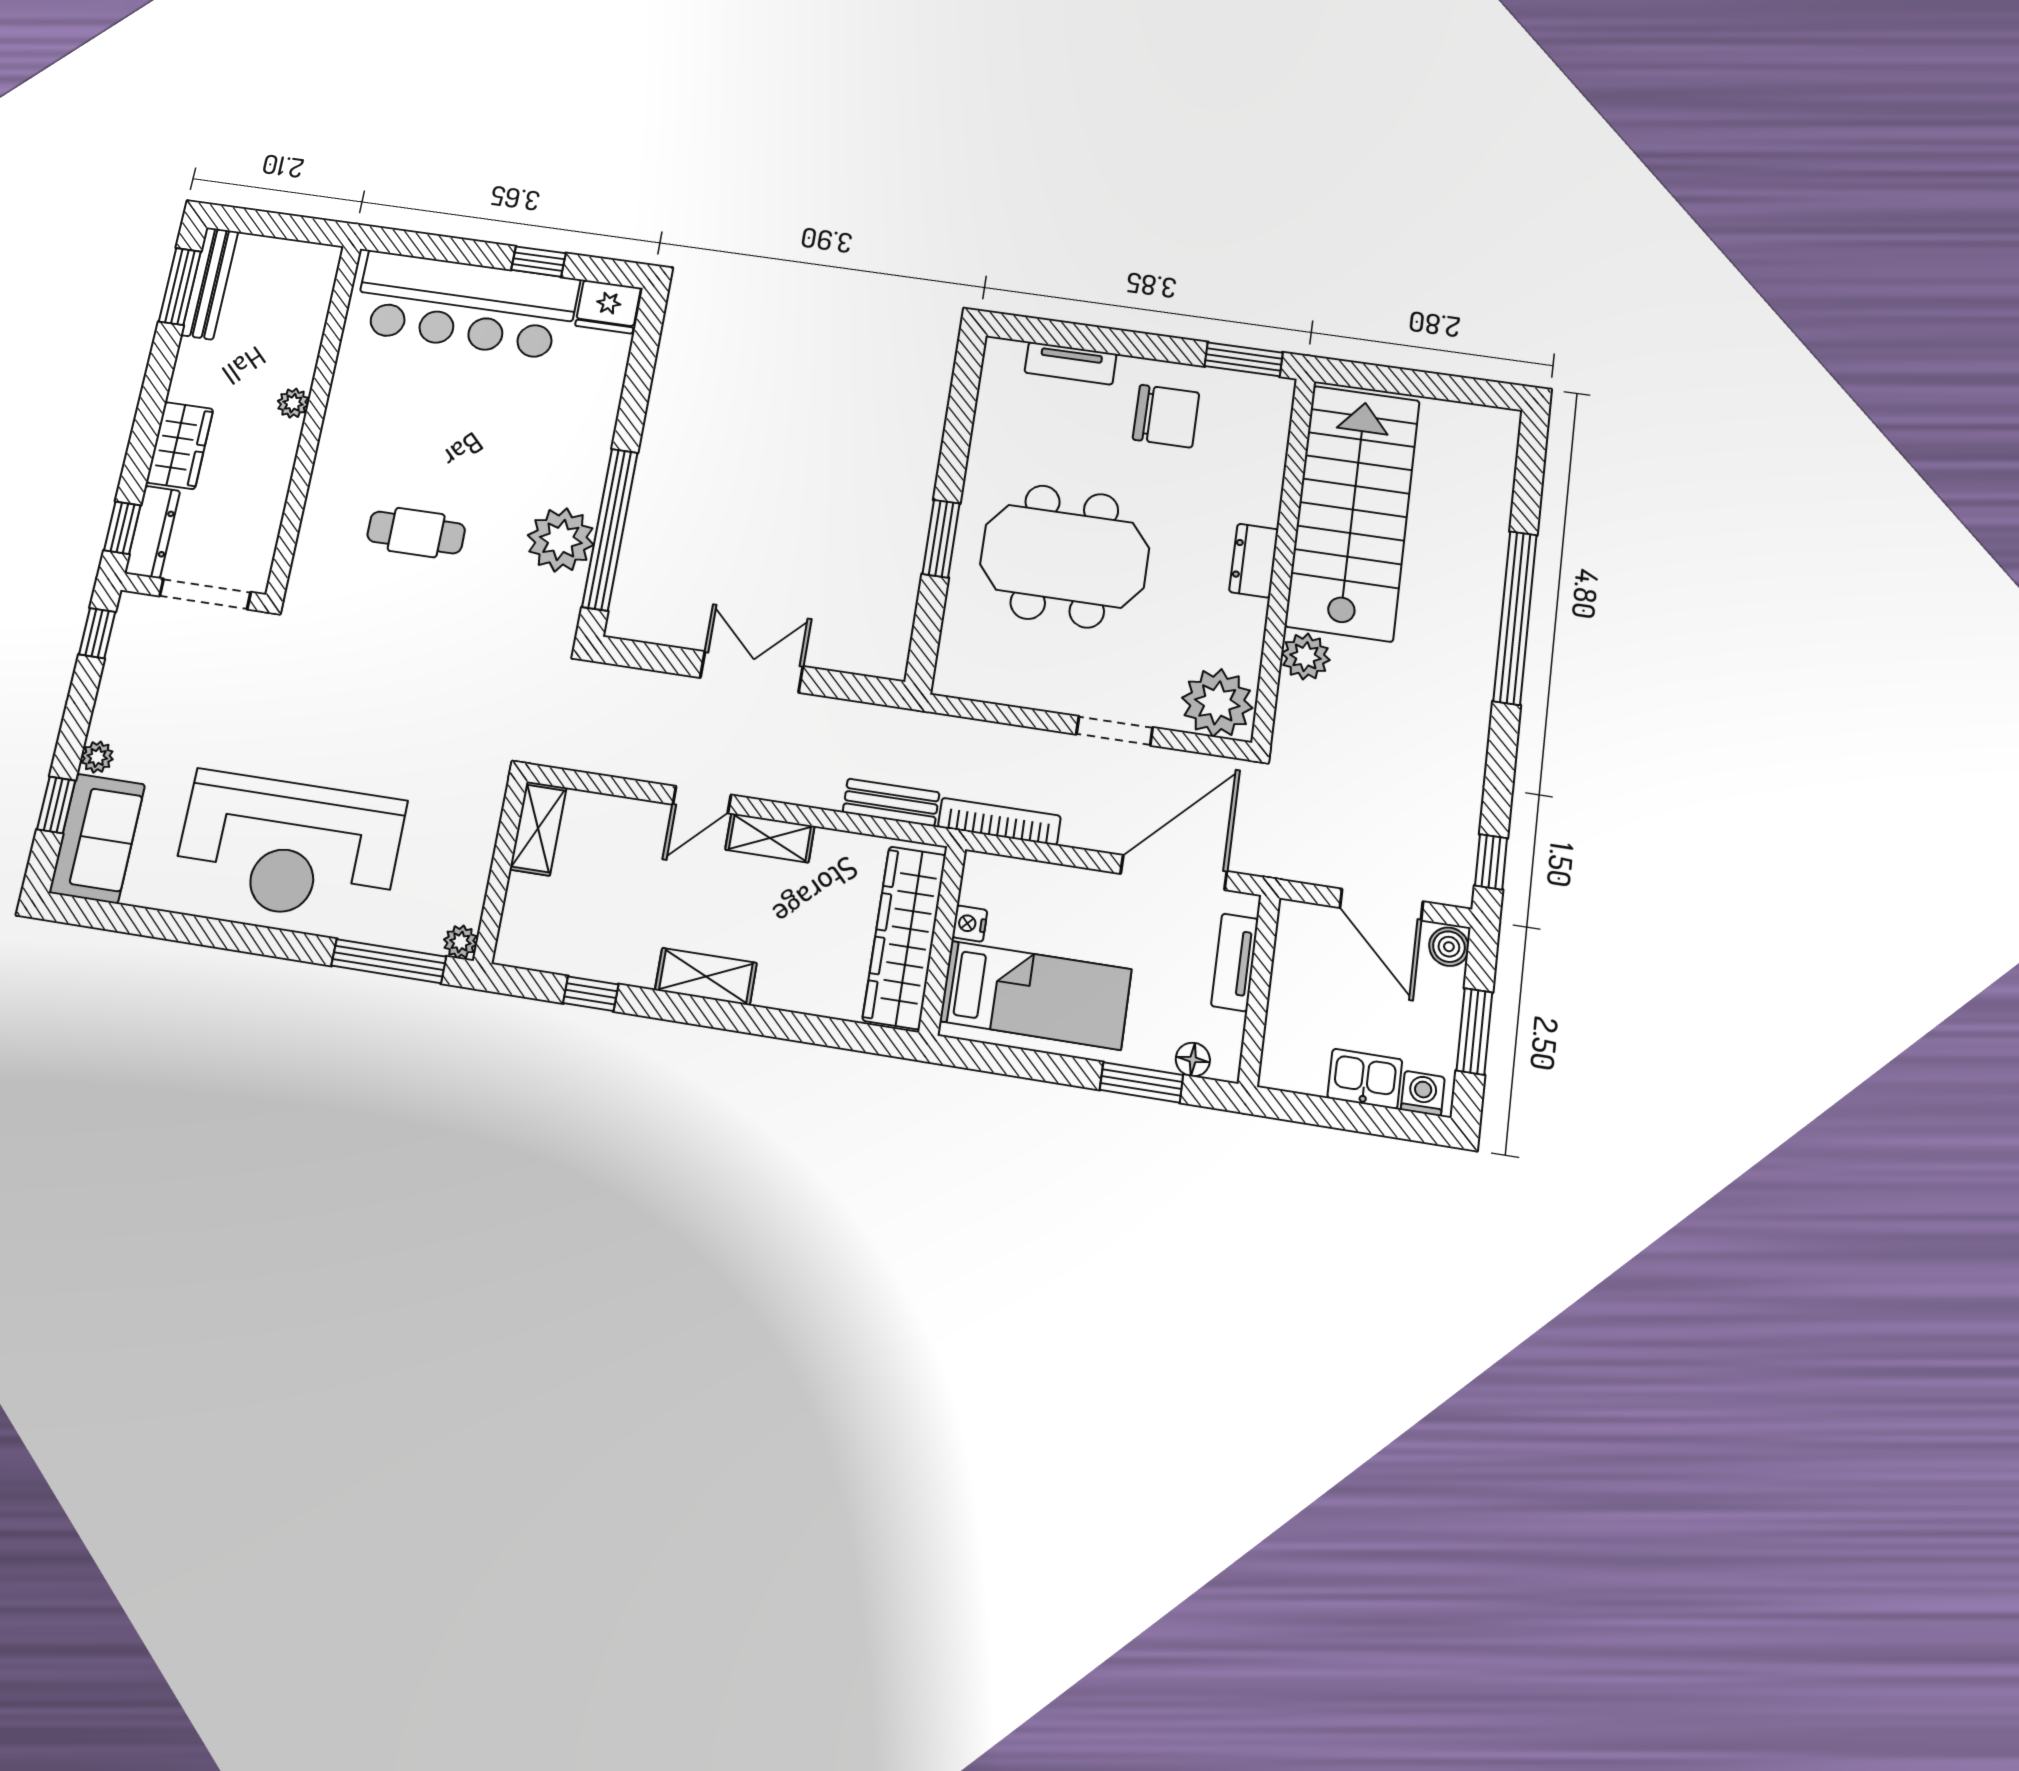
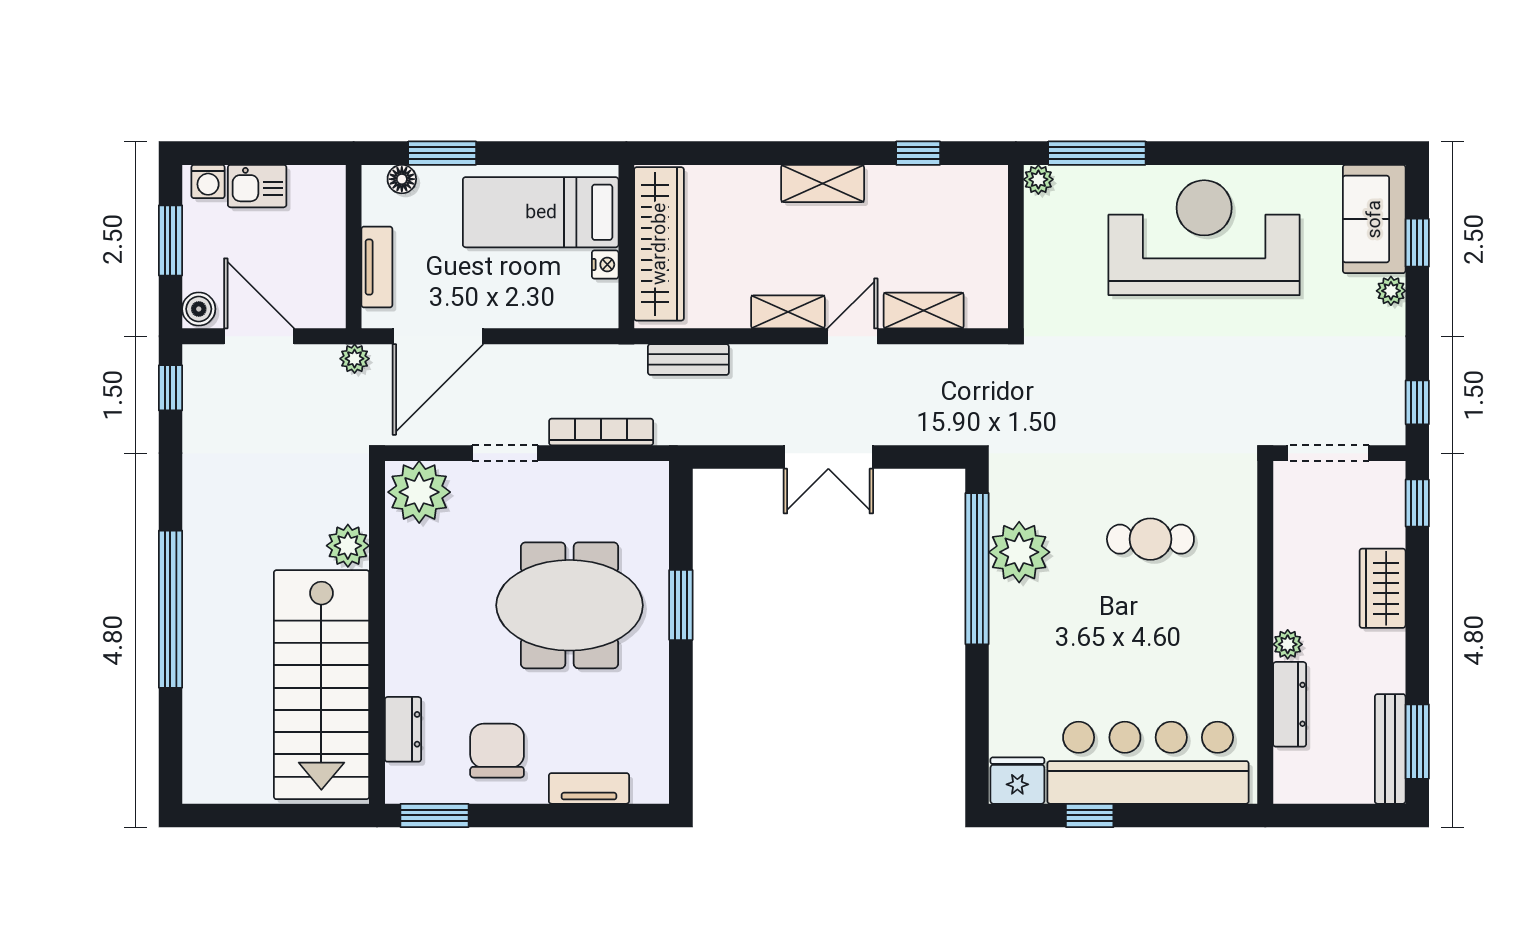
chair: (1166, 416) -> (497, 751), turned 90
dresser: (152, 532) -> (1290, 704), moved, turned 180
dresser: (1254, 561) -> (403, 729), moved
bookcase: (999, 821) -> (601, 432), moved, turned 180
shelving: (538, 828) -> (924, 310), moved, turned 90
plant: (1273, 862) -> (355, 359), added

